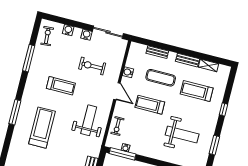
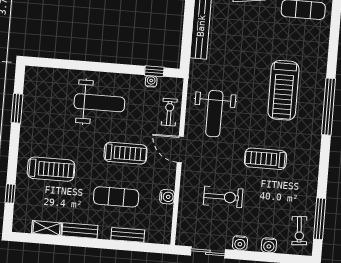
sliding door: (108, 32) -> (208, 252), width x0.73
window: (29, 58) -> (320, 219), moved
door: (117, 91) -> (180, 149), moved
treadmill: (197, 91) -> (51, 169), moved
window: (223, 109) -> (10, 194), moved
window: (15, 112) -> (329, 107), width x1.46
weight bench: (182, 135) -> (99, 103), moved, turned 180
window: (122, 154) -> (154, 71), width x0.46

